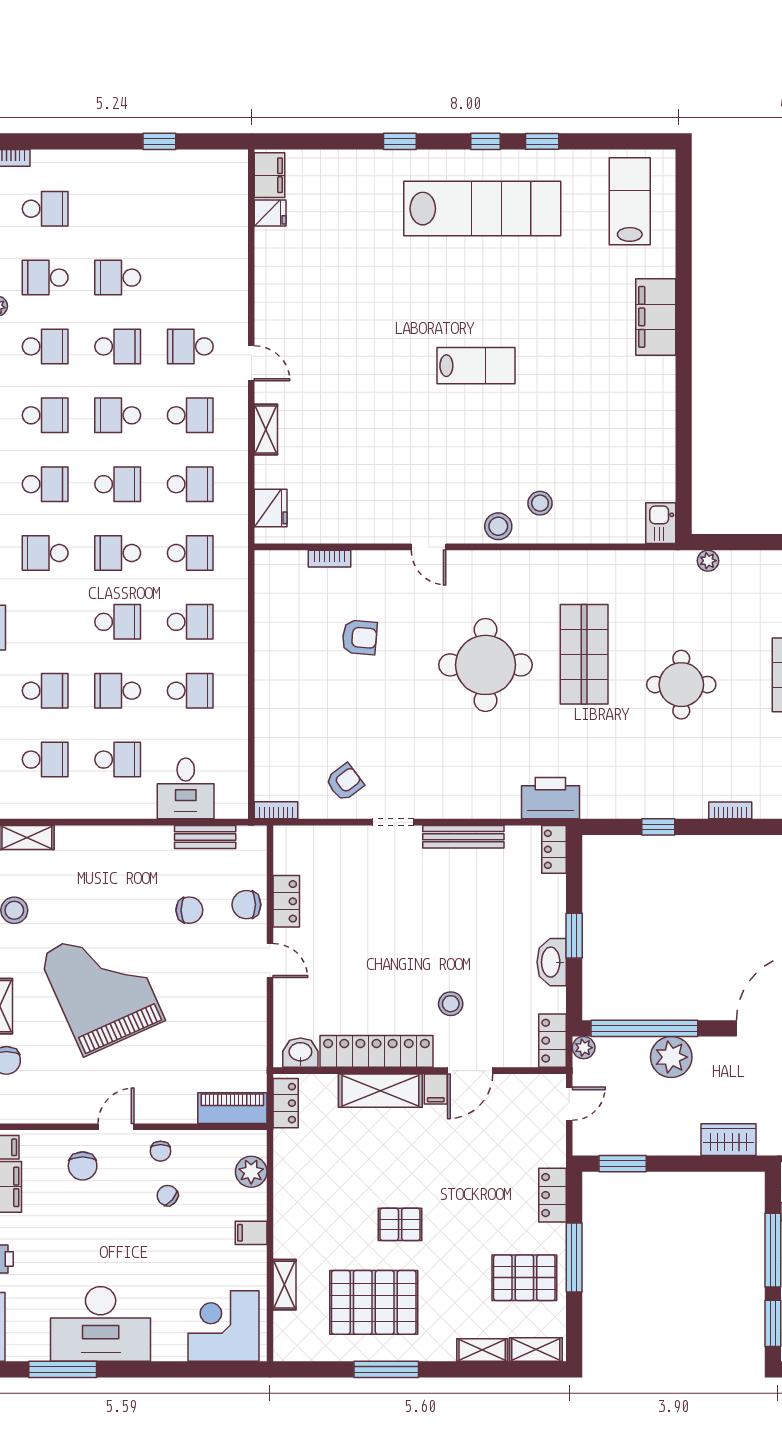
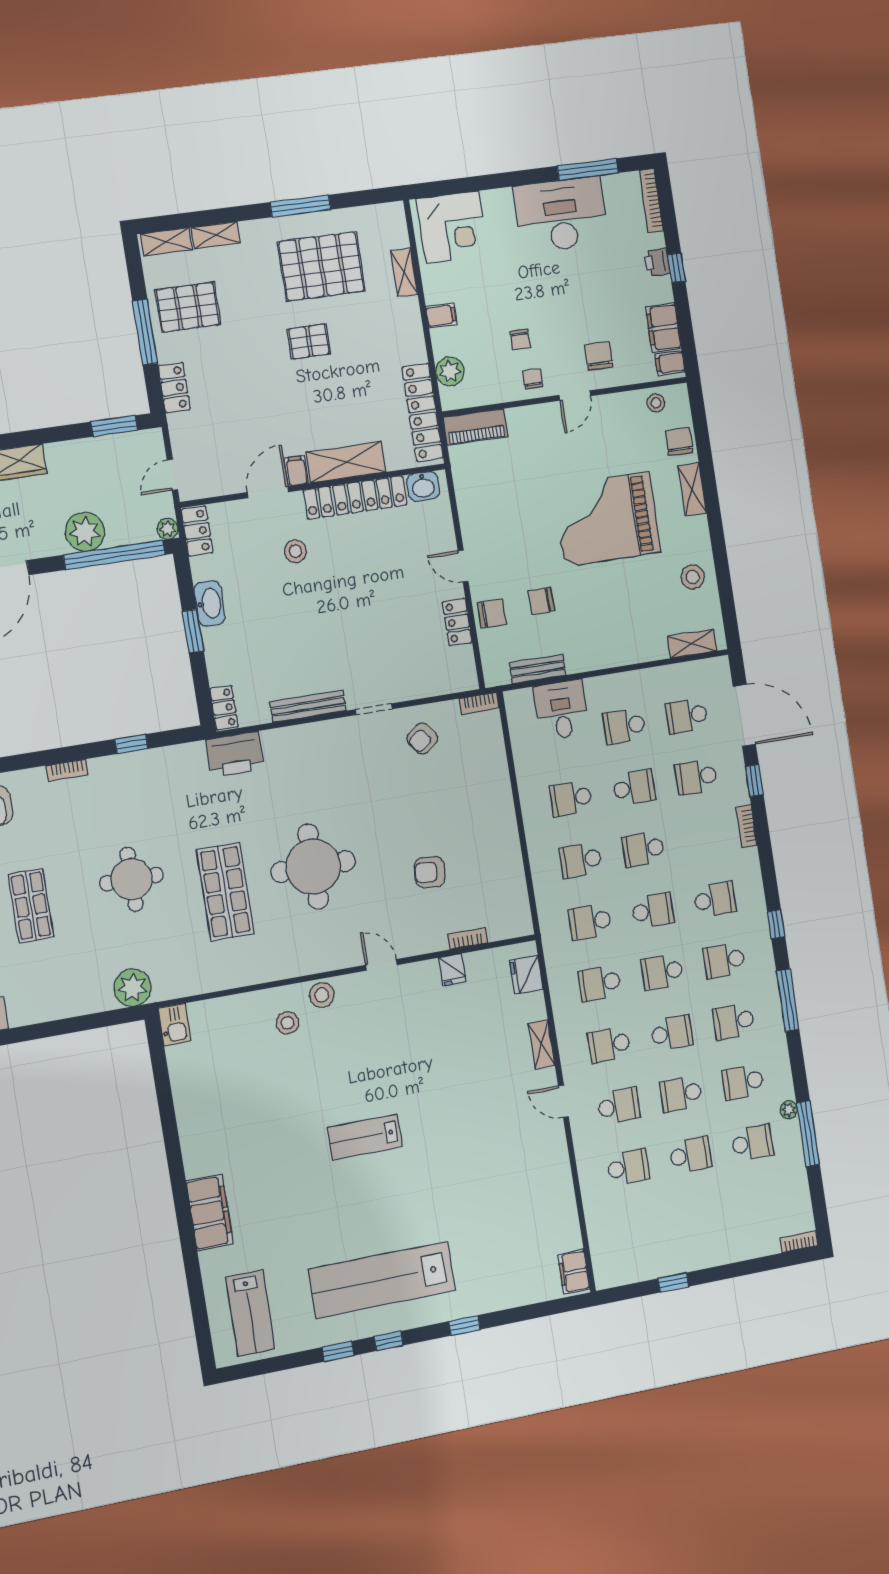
school desk: (45, 209) -> (628, 1167), moved, turned 180
fridge: (270, 213) -> (452, 970), moved, turned -90
plant: (708, 561) -> (133, 988), width x1.87, depth x1.87
grand piano: (102, 988) -> (607, 519), turned 114
locker: (286, 1103) -> (423, 413), width x2.16, depth x1.21
stool: (26, 1106) -> (656, 403), added
chair: (168, 1196) -> (520, 339), turned 49

